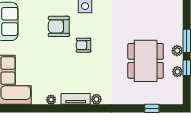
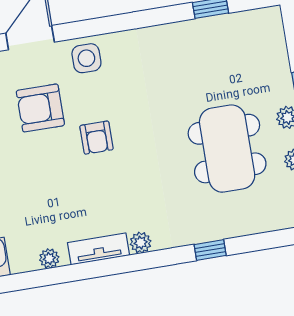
armchair: (84, 45) -> (97, 138), turned -90
window: (152, 108) -> (210, 250), moved

